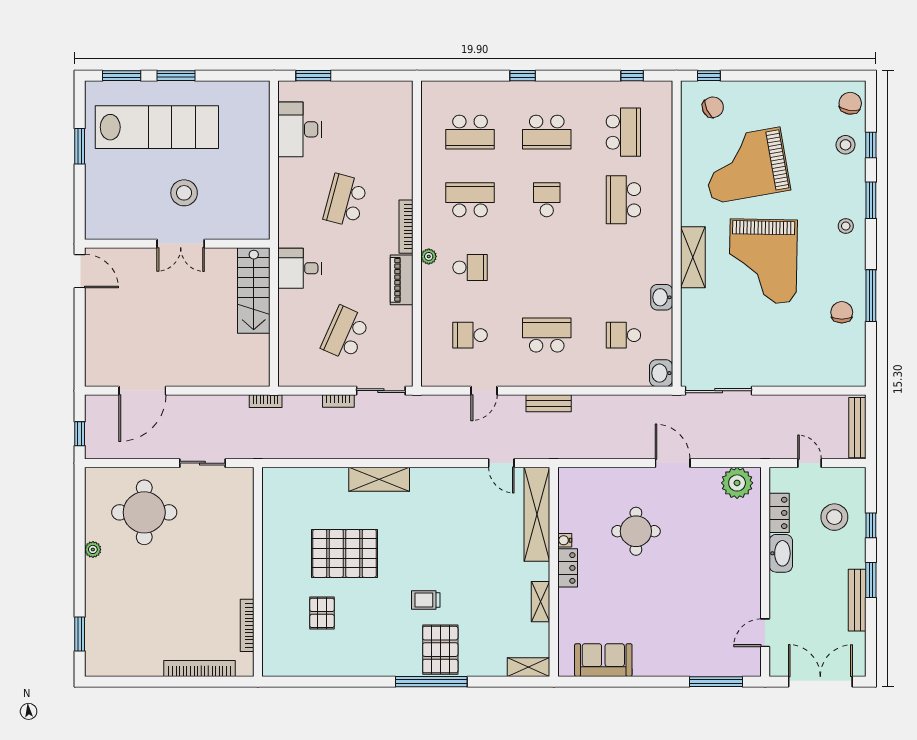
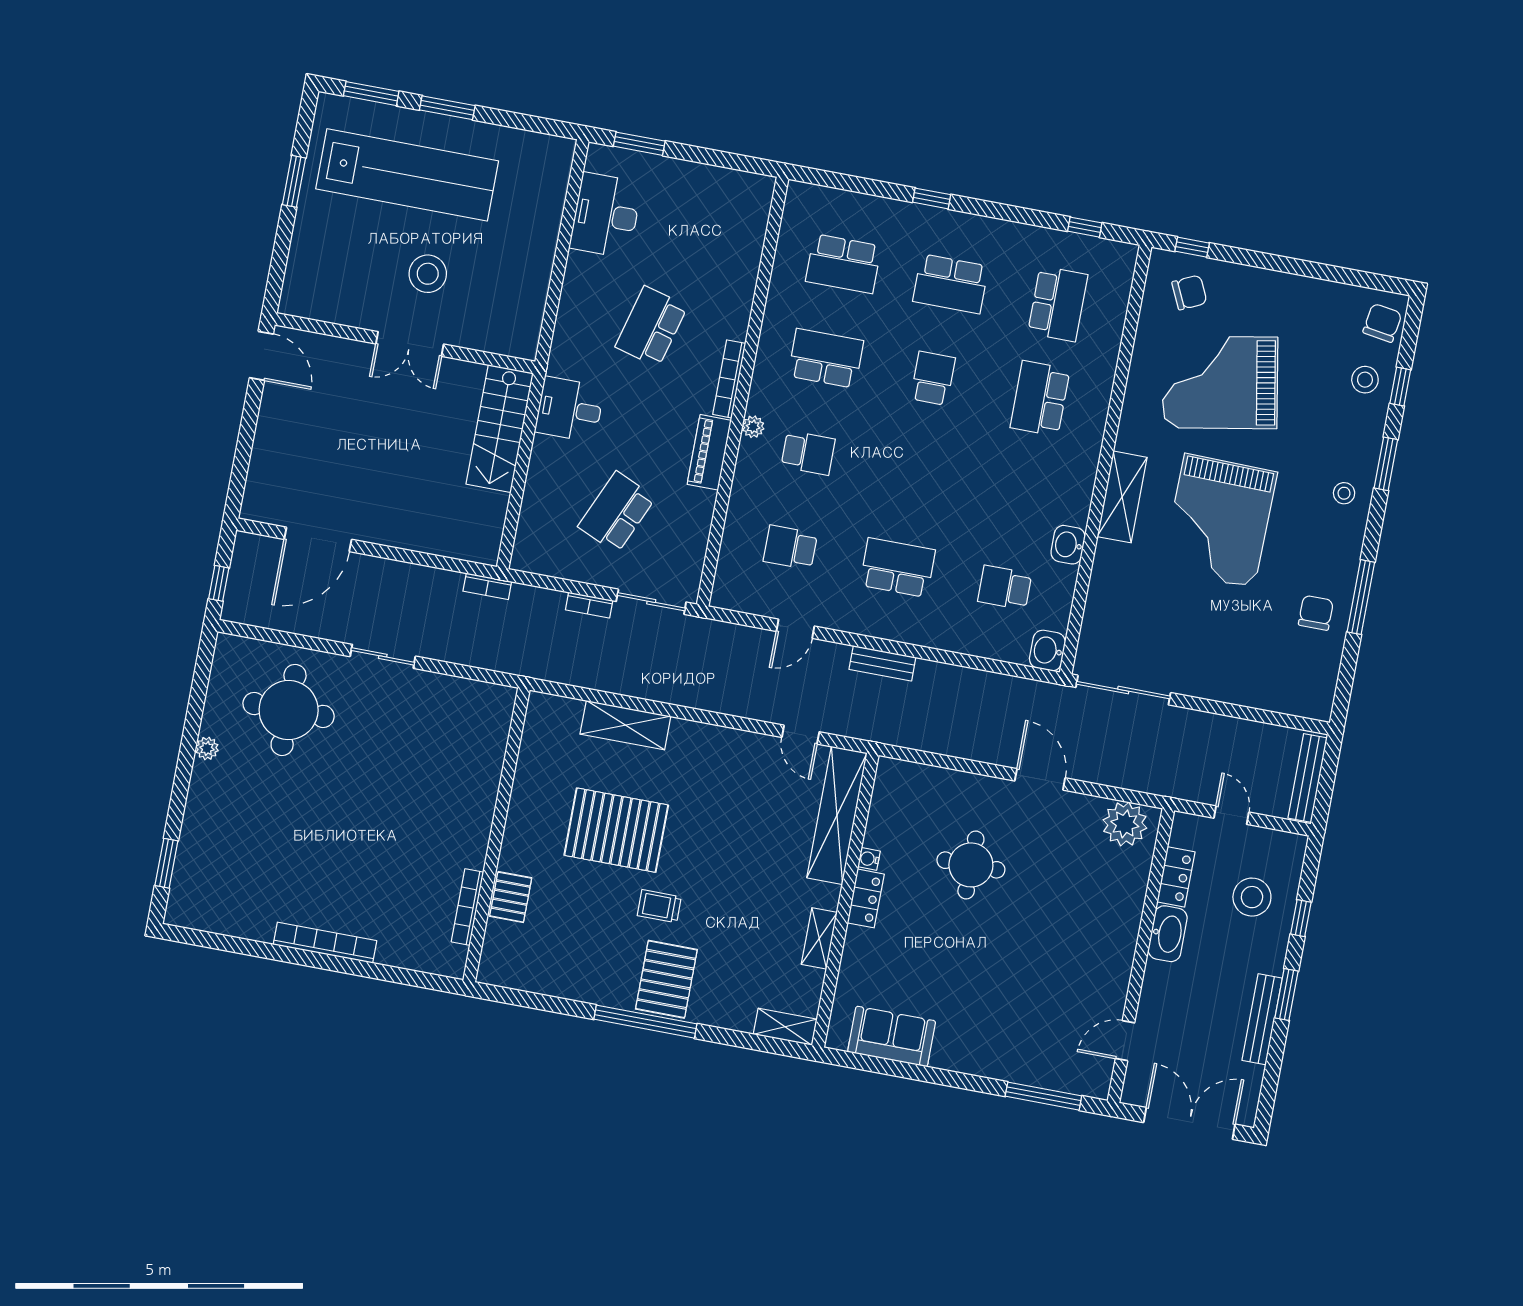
pallet: (345, 553) -> (616, 830), moved
wall: (258, 572) -> (496, 835), moved
bookcase: (247, 625) -> (467, 907), moved

